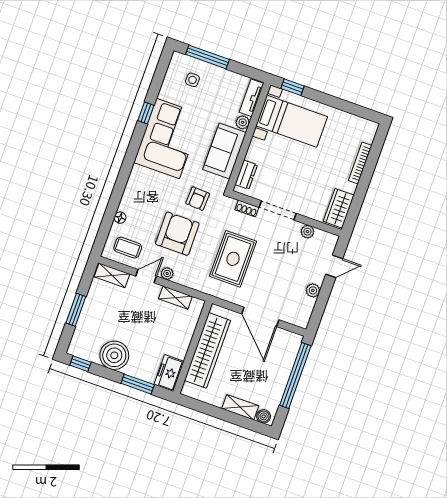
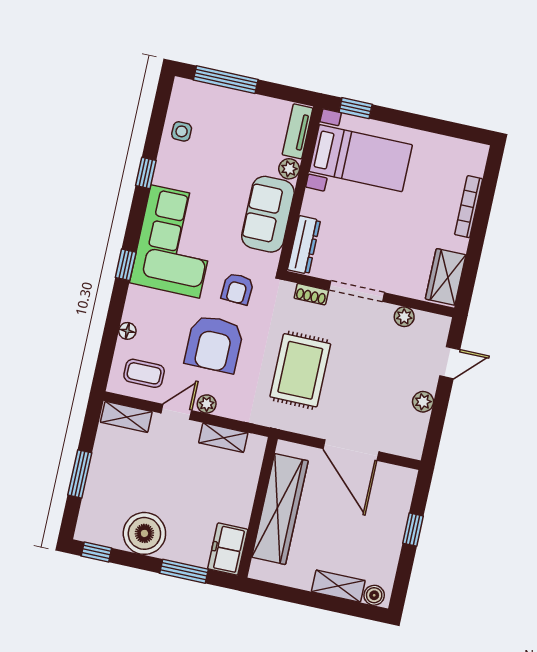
side table: (192, 80) -> (182, 131), moved
corner sofa: (168, 139) -> (175, 241), moved
window: (125, 173) -> (126, 265), added
dresser: (246, 175) -> (304, 245), width x1.44
armchair: (177, 234) -> (214, 344), turned 180
window: (295, 376) -> (413, 530), width x0.32

